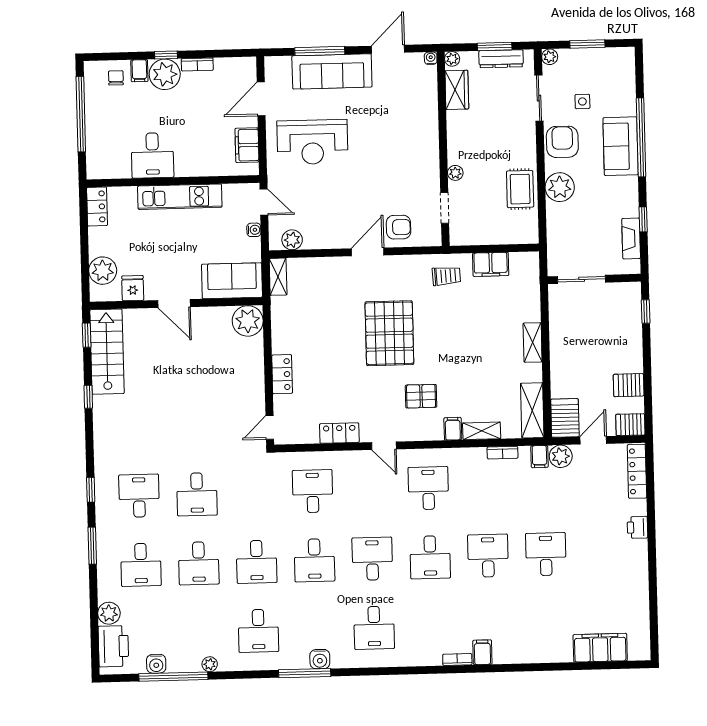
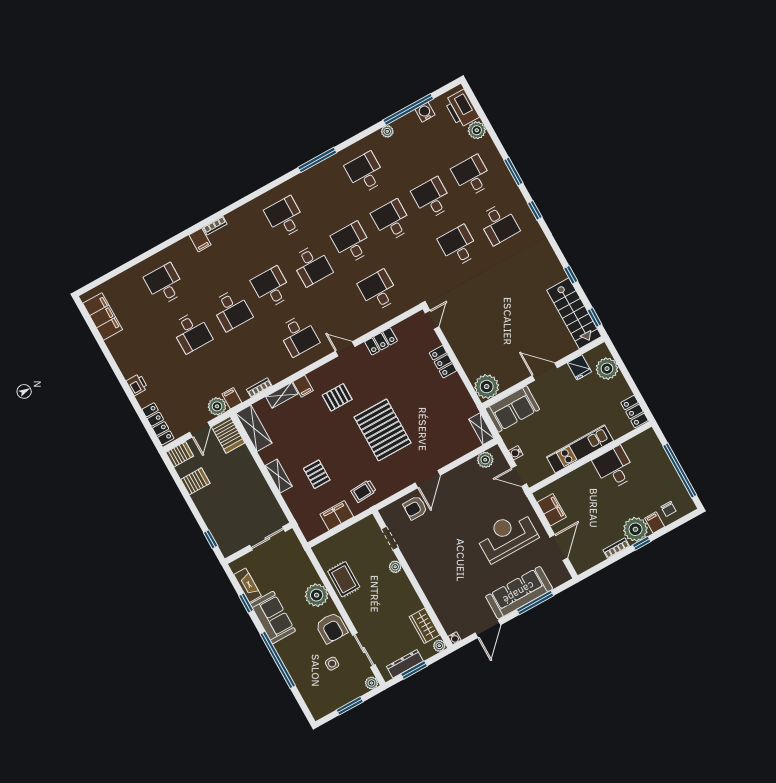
sofa: (621, 146) -> (273, 617), moved
pallet: (489, 322) -> (317, 474), added
desk: (313, 491) -> (378, 291), turned 180
desk: (548, 623) -> (165, 284), added
filing cabinet: (600, 648) -> (103, 316), moved, turned -90
water cooler: (320, 659) -> (312, 175), removed

